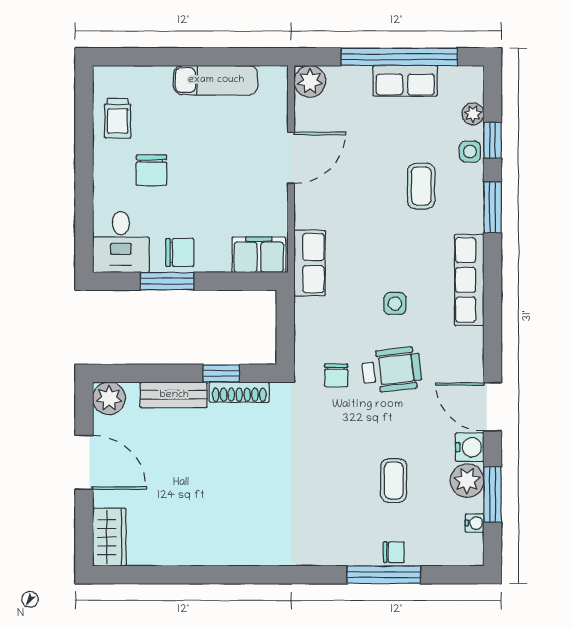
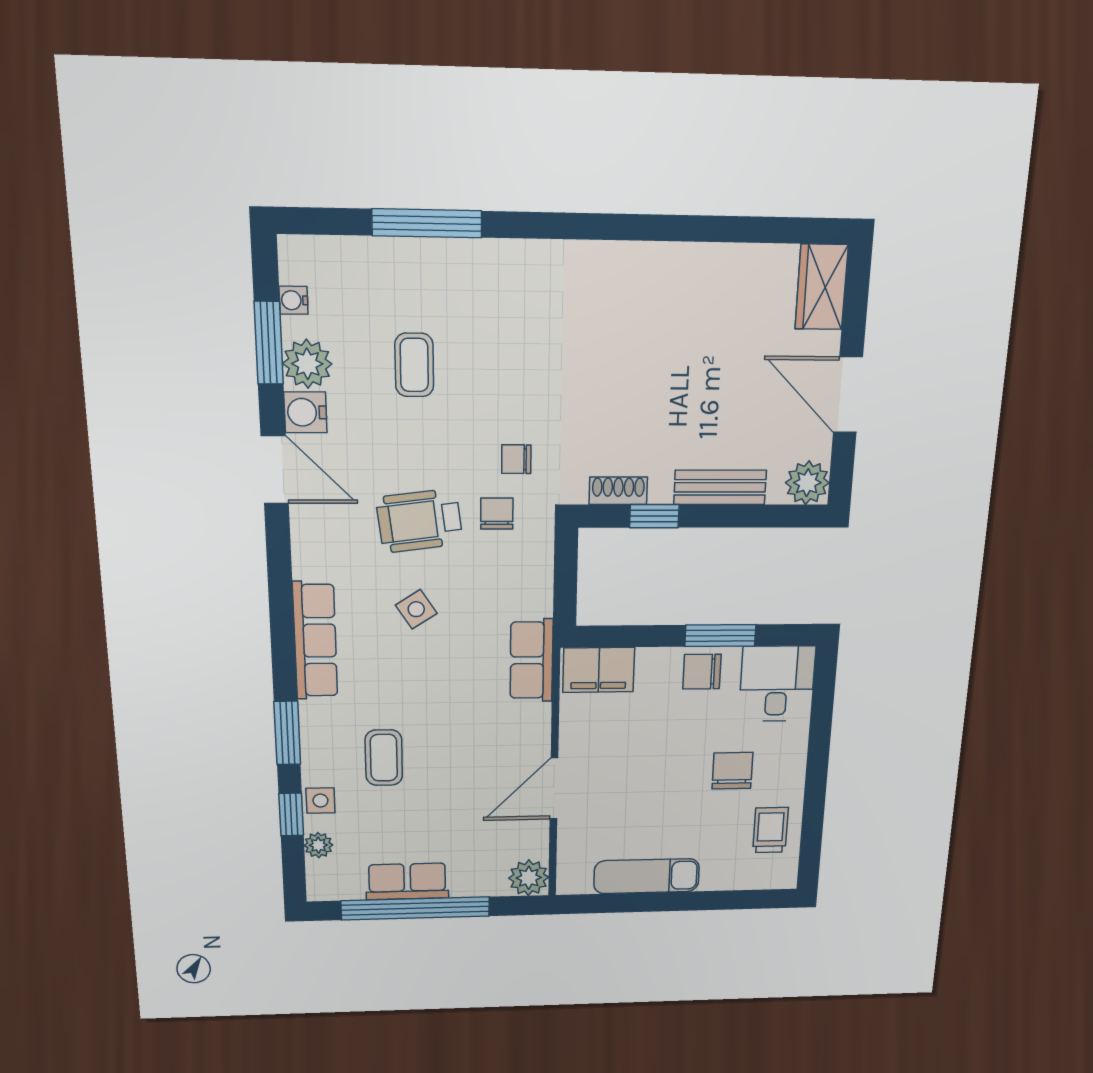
side table: (395, 304) -> (416, 609), turned -33
shoe rack: (239, 392) -> (618, 491), width x0.70
chair: (394, 552) -> (516, 459), moved

